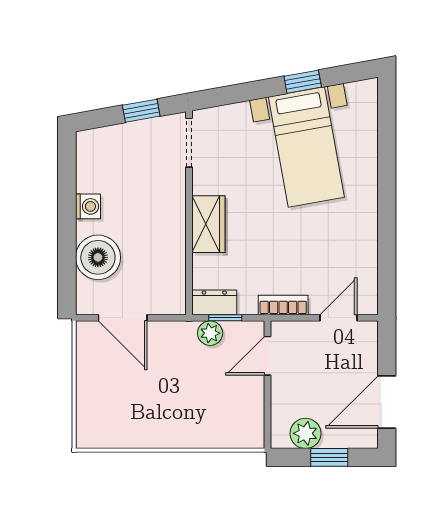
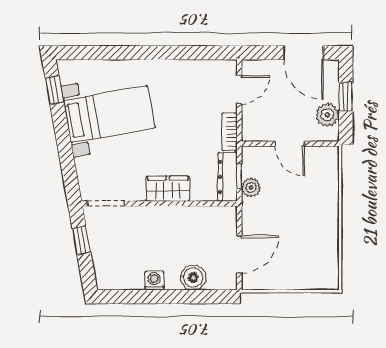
window: (303, 82) -> (54, 90), moved
boiler: (98, 257) -> (193, 278), width x0.73, depth x0.73
dresser: (214, 302) -> (227, 177), width x1.44
door: (339, 318) -> (239, 90), swing flipped
door: (268, 356) -> (290, 144), moved

